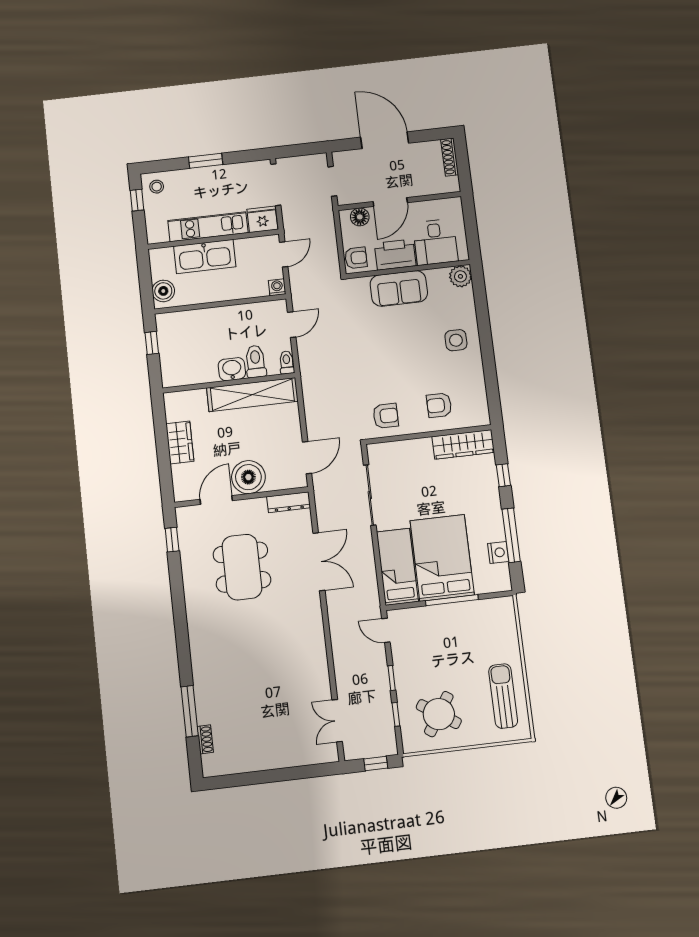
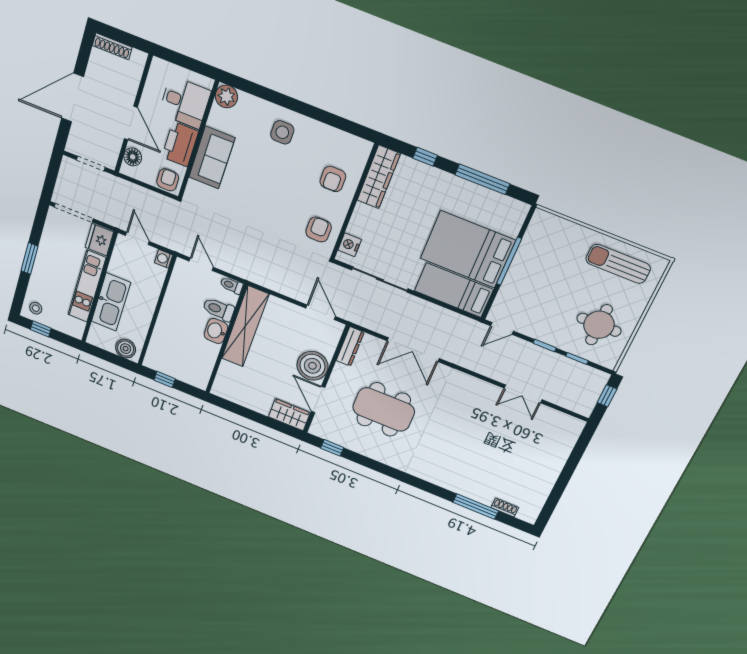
wardrobe: (180, 442) -> (289, 415), moved
nightstand: (498, 552) -> (350, 245), moved, turned -90
double door: (319, 562) -> (413, 350), swing flipped
round table: (439, 714) -> (599, 325), turned -33
double door: (337, 721) -> (523, 394), moved

